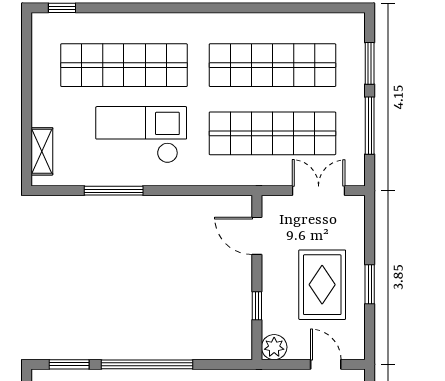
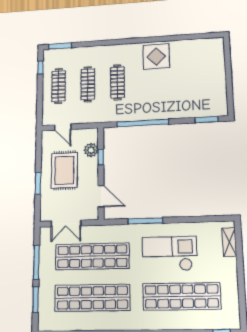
checkout: (141, 135) -> (170, 254), turned 180
window: (114, 191) -> (145, 221), moved
window: (370, 284) -> (38, 183), moved
plant: (274, 347) -> (91, 150), moved
window: (147, 364) -> (143, 123), moved

